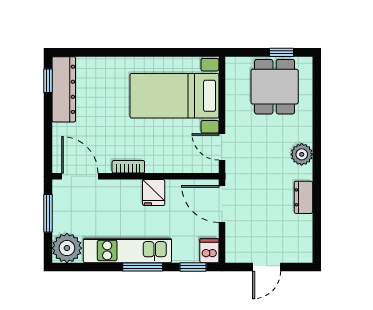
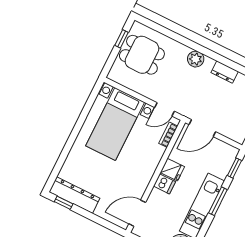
bookcase: (128, 167) -> (168, 135), moved
dishwasher: (209, 251) -> (164, 184), moved, turned 180

